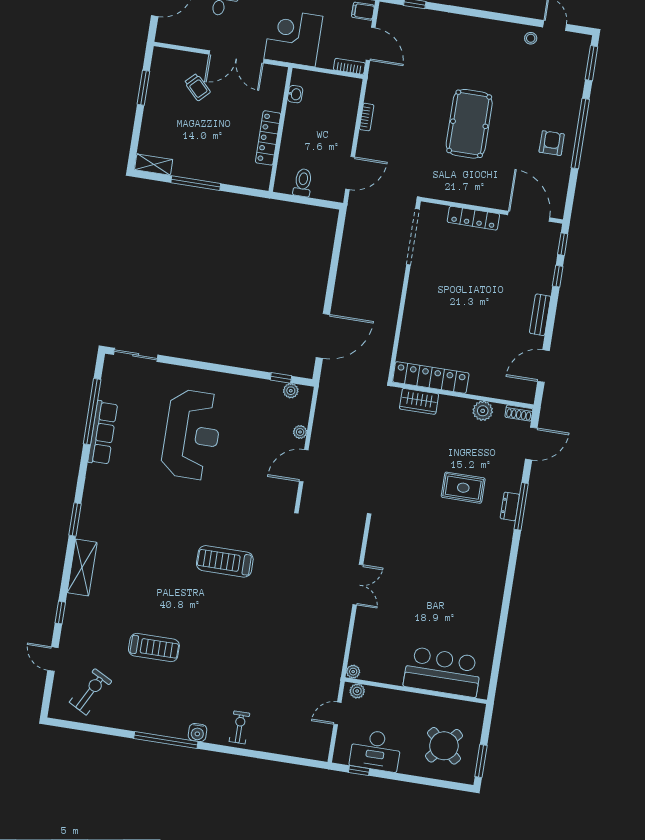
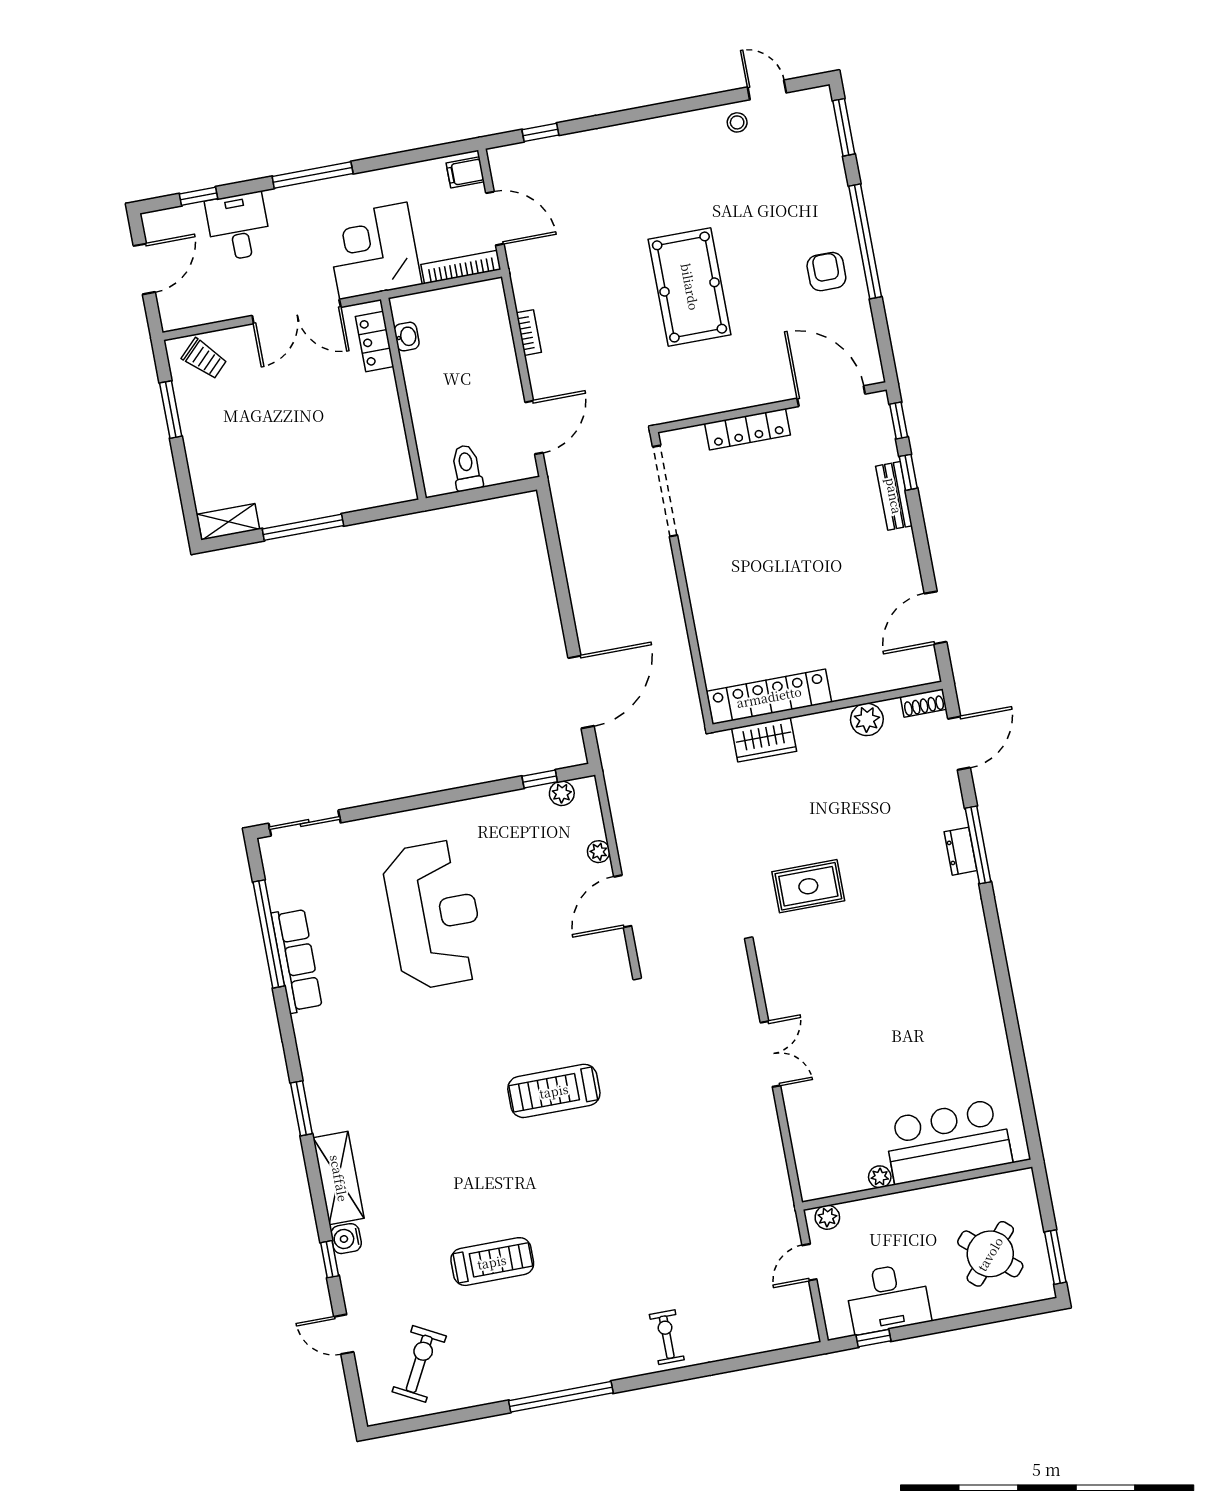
bookcase: (349, 66) -> (461, 267), width x1.56
trolley: (197, 87) -> (204, 359), moved
locker: (268, 138) -> (375, 342), moved, width x0.66
bench: (540, 315) -> (894, 496), moved
rug: (463, 488) -> (808, 886), moved
plant: (353, 672) -> (880, 1177), moved
water cooler: (198, 733) -> (346, 1239), moved, turned 90

